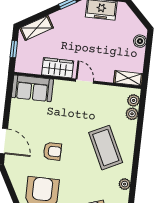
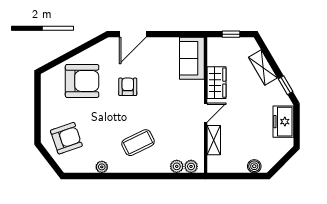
shelving: (37, 28) -> (263, 68), moved
shelving: (128, 78) -> (214, 140), moved
coffee table: (106, 148) -> (138, 143), width x0.73, depth x0.76
armchair: (52, 151) -> (128, 87), turned 180

